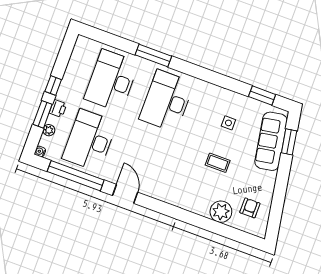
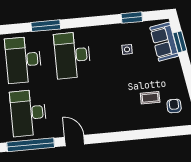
window: (262, 96) -> (132, 18), moved
sofa: (271, 141) -> (164, 42), width x0.73
coffee table: (218, 163) -> (150, 98), moved
plant: (221, 212) -> (153, 119), removed

